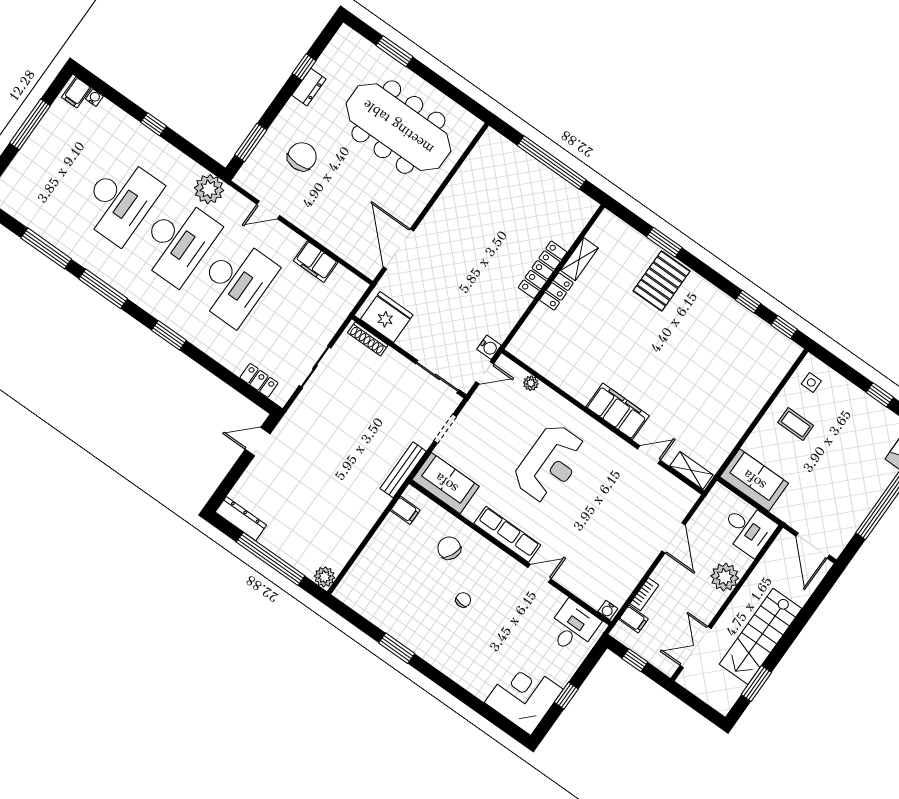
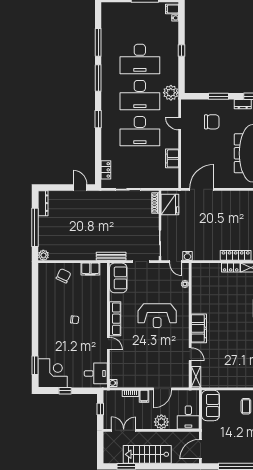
window: (251, 142) -> (218, 96), moved
filing cabinet: (405, 510) -> (90, 269), width x2.00
chair: (449, 548) -> (64, 276), moved
filing cabinet: (634, 619) -> (144, 396), moved
window: (397, 648) -> (35, 365), moved

